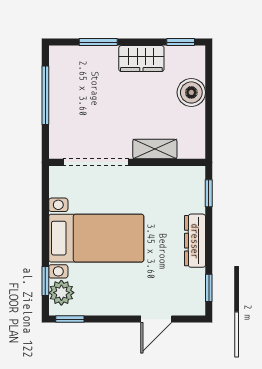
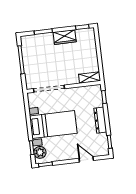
boiler: (191, 92) -> (90, 50), removed
shelving: (155, 149) -> (90, 78), moved
door: (156, 319) -> (86, 159), swing flipped

